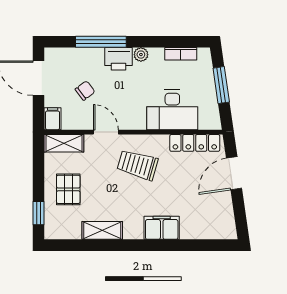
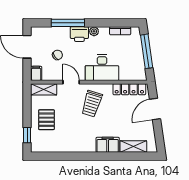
window: (221, 85) -> (147, 51), width x1.44
desk: (172, 110) -> (102, 68), moved
trolley: (138, 165) -> (92, 104), turned -89
shelving: (102, 230) -> (133, 147), moved

